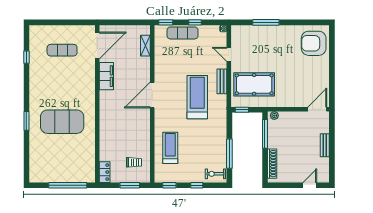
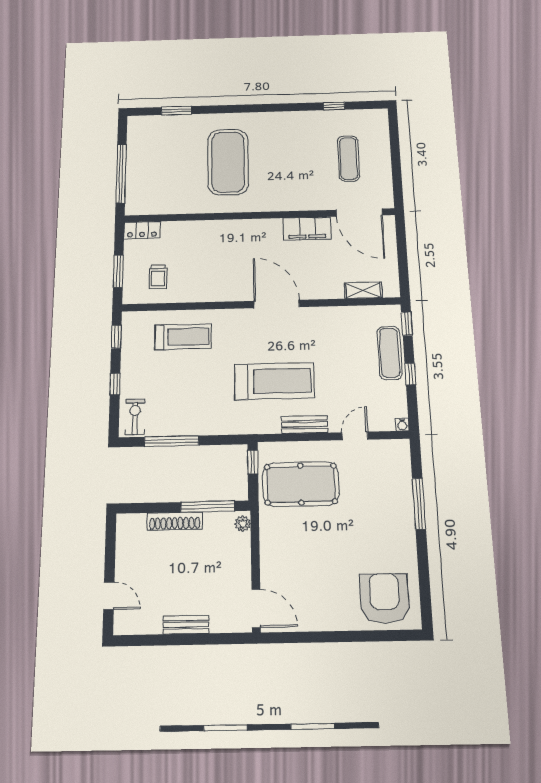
pool table: (254, 84) -> (301, 484), turned 90
window: (26, 121) -> (177, 111), moved
shoe rack: (272, 164) -> (175, 521), moved

